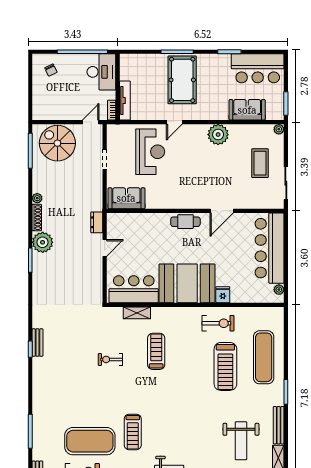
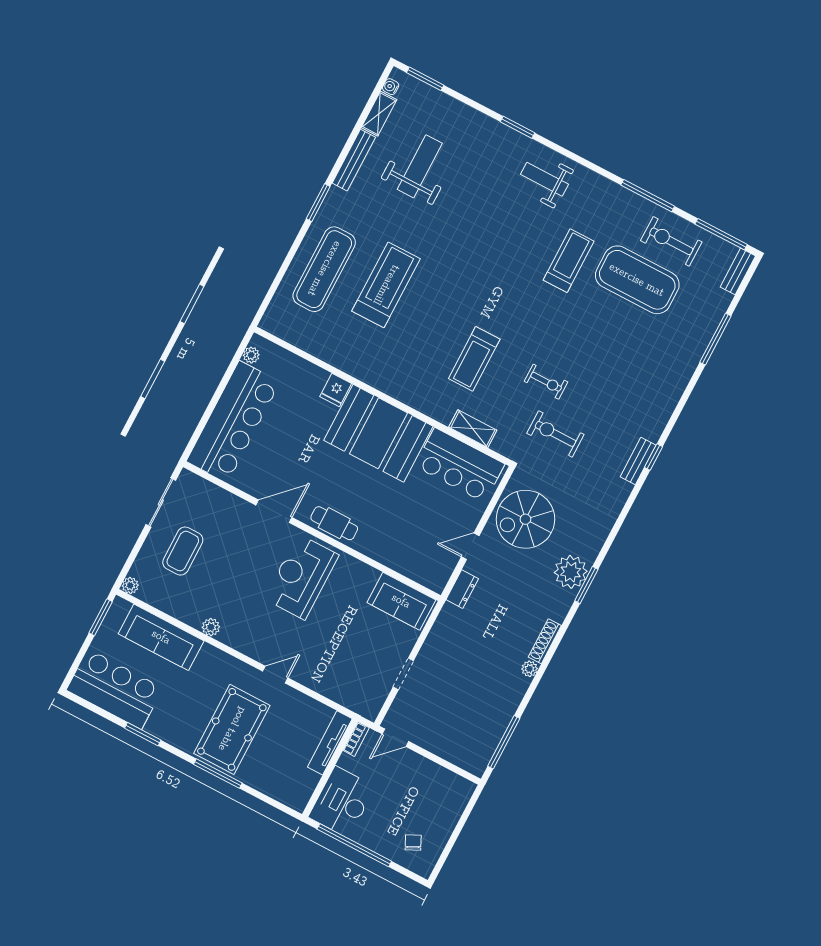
sofa: (247, 110) -> (161, 637), width x1.36
plant: (218, 135) -> (211, 627), width x0.53, depth x0.53
spiral stairs: (57, 143) -> (525, 519), moved, turned 90
reception desk: (150, 152) -> (302, 577), moved
plant: (43, 242) -> (571, 572), moved
exercise bike: (218, 323) -> (555, 434), moved

